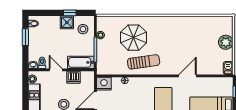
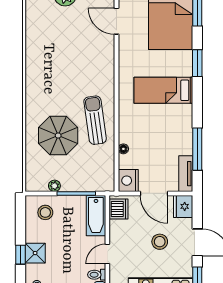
window: (70, 13) -> (20, 255), moved
shower: (67, 22) -> (35, 253), moved
door: (188, 76) -> (117, 21), moved
dishwasher: (73, 77) -> (119, 209), moved

